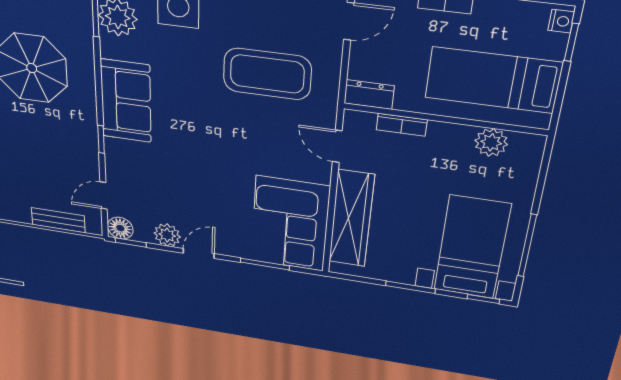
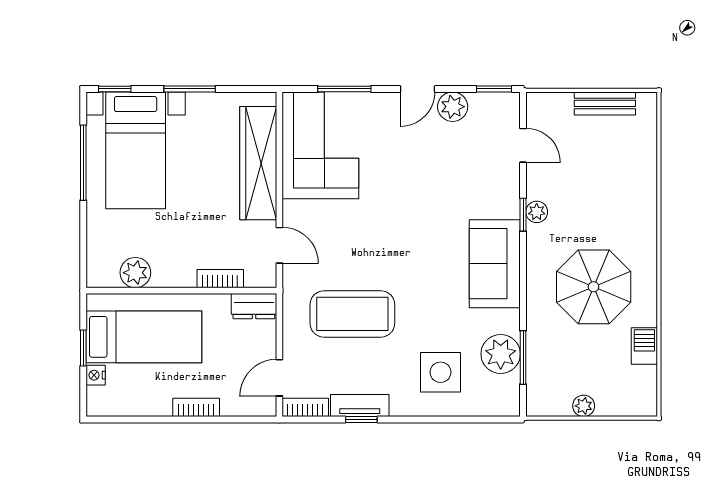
nightstand: (561, 21) -> (96, 375), moved
window: (572, 42) -> (83, 348), moved
plant: (89, 140) -> (537, 212), added
door: (103, 196) -> (523, 145), hinge flipped
bench: (58, 220) -> (605, 103), moved
floor lamp: (120, 228) -> (505, 106), removed

